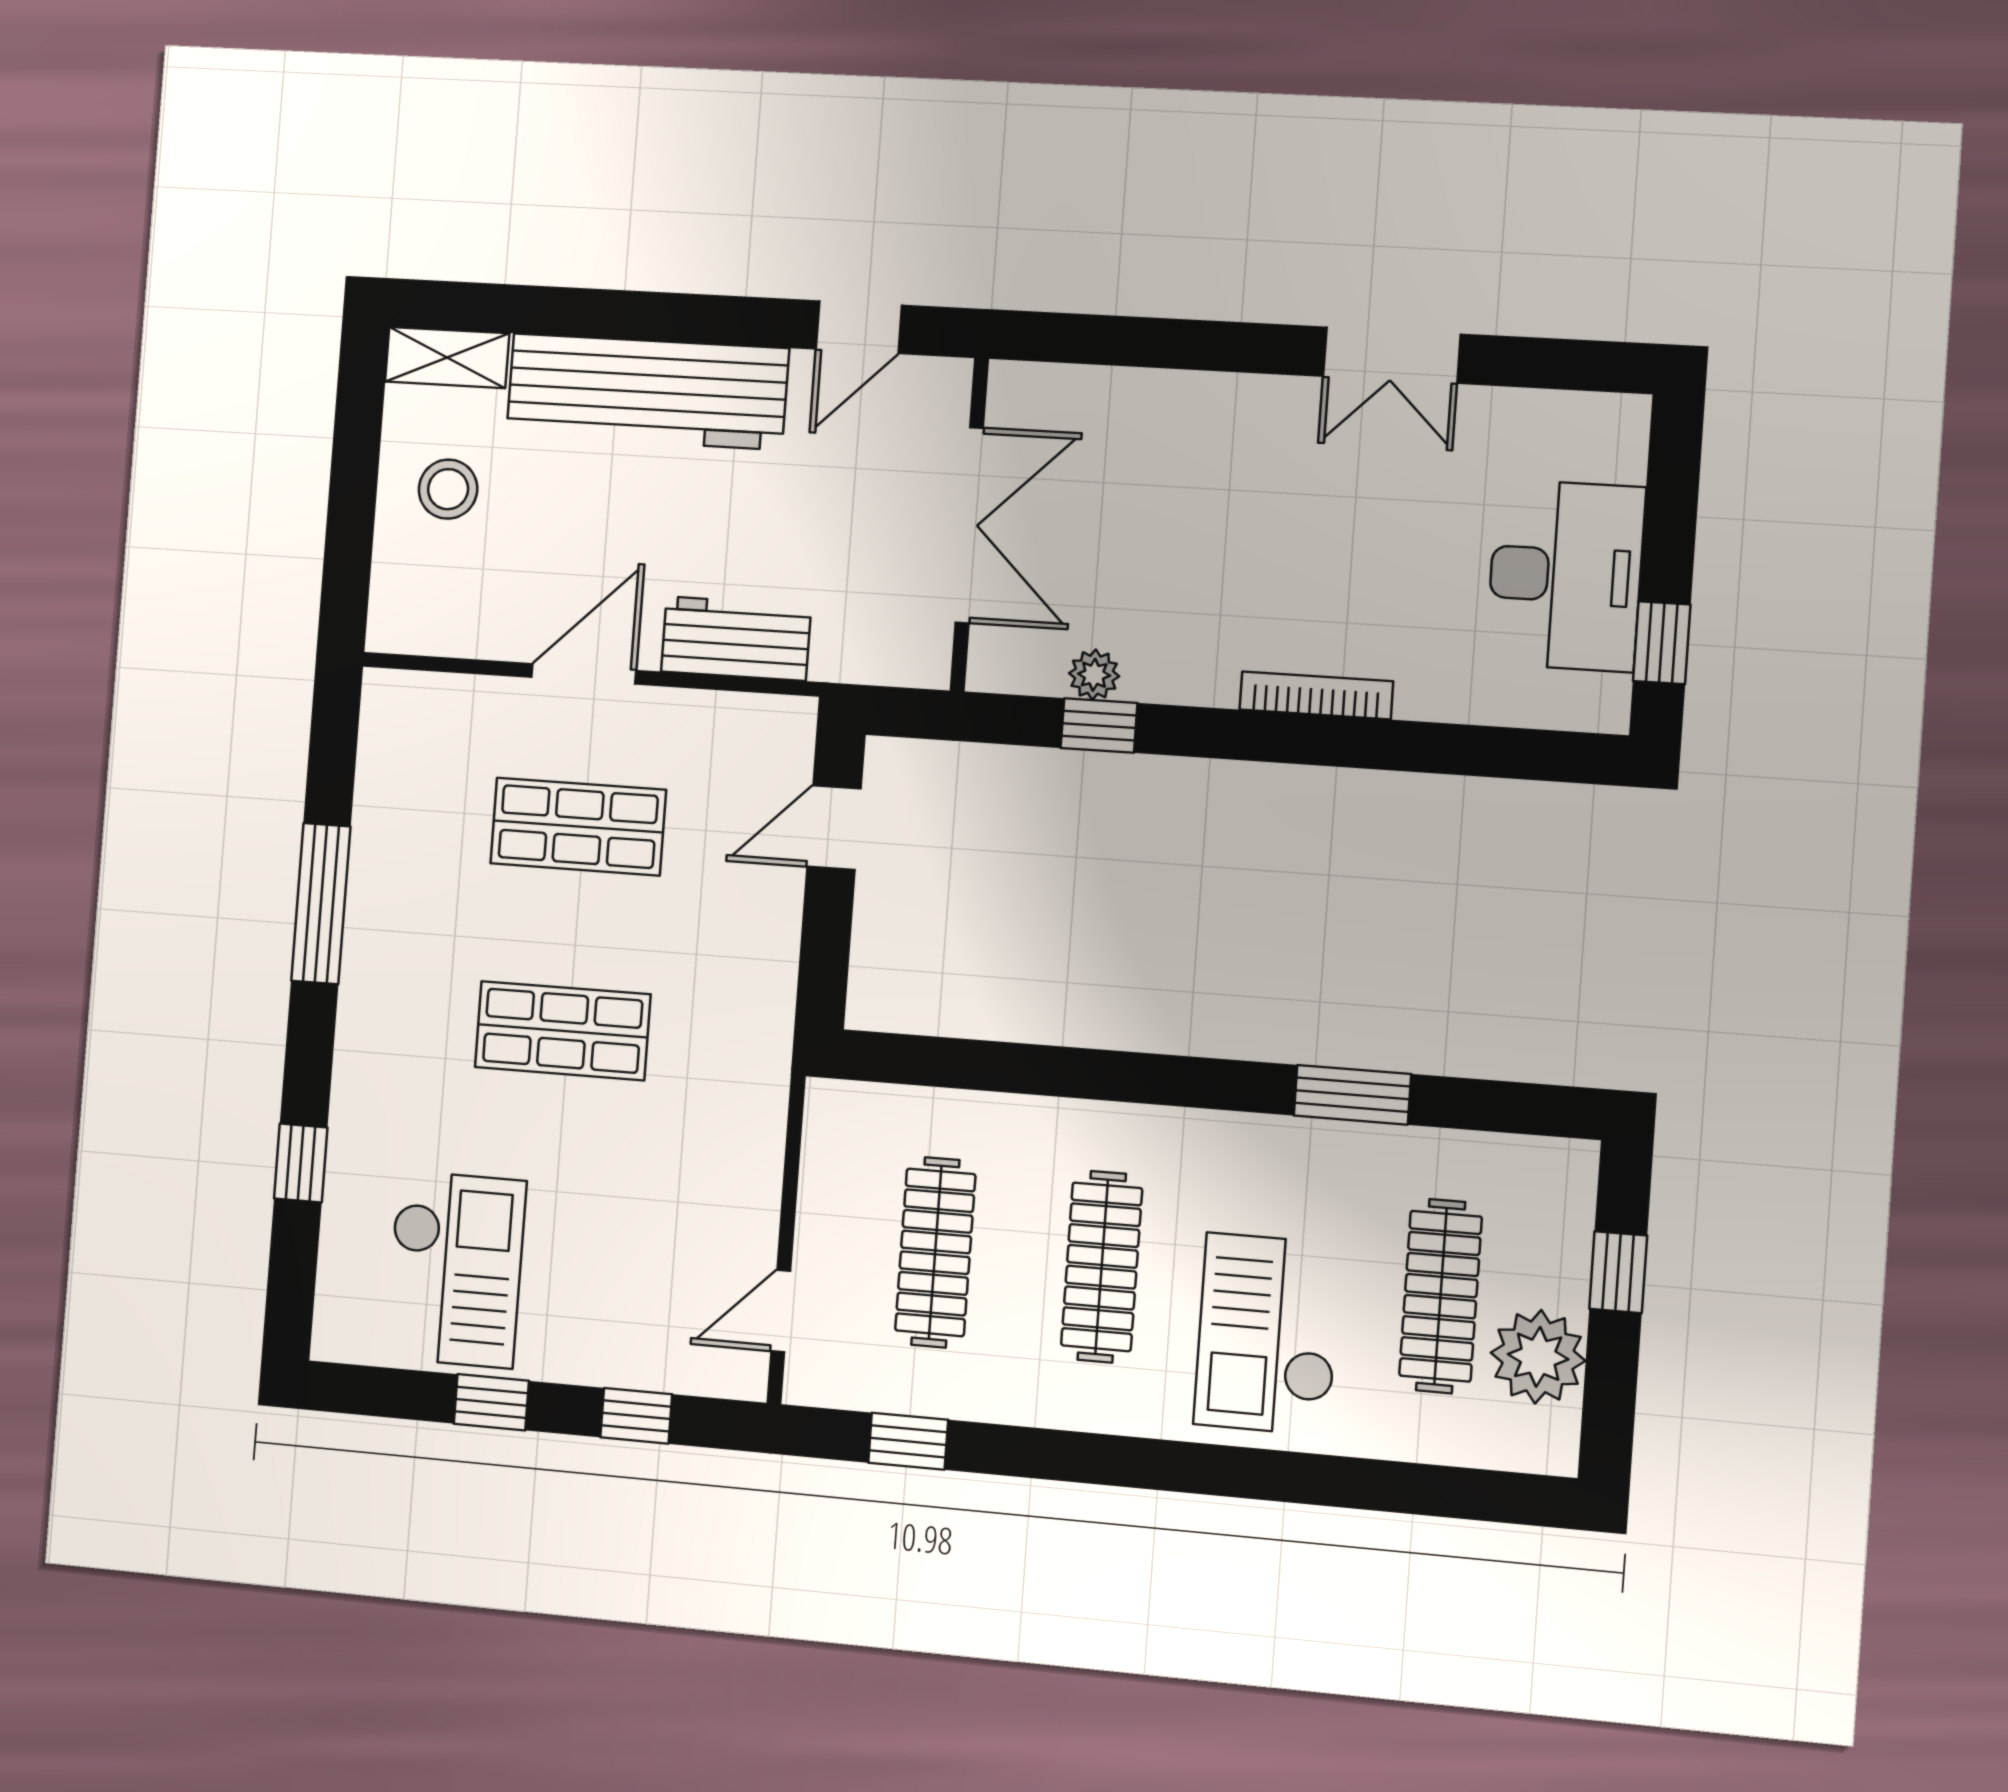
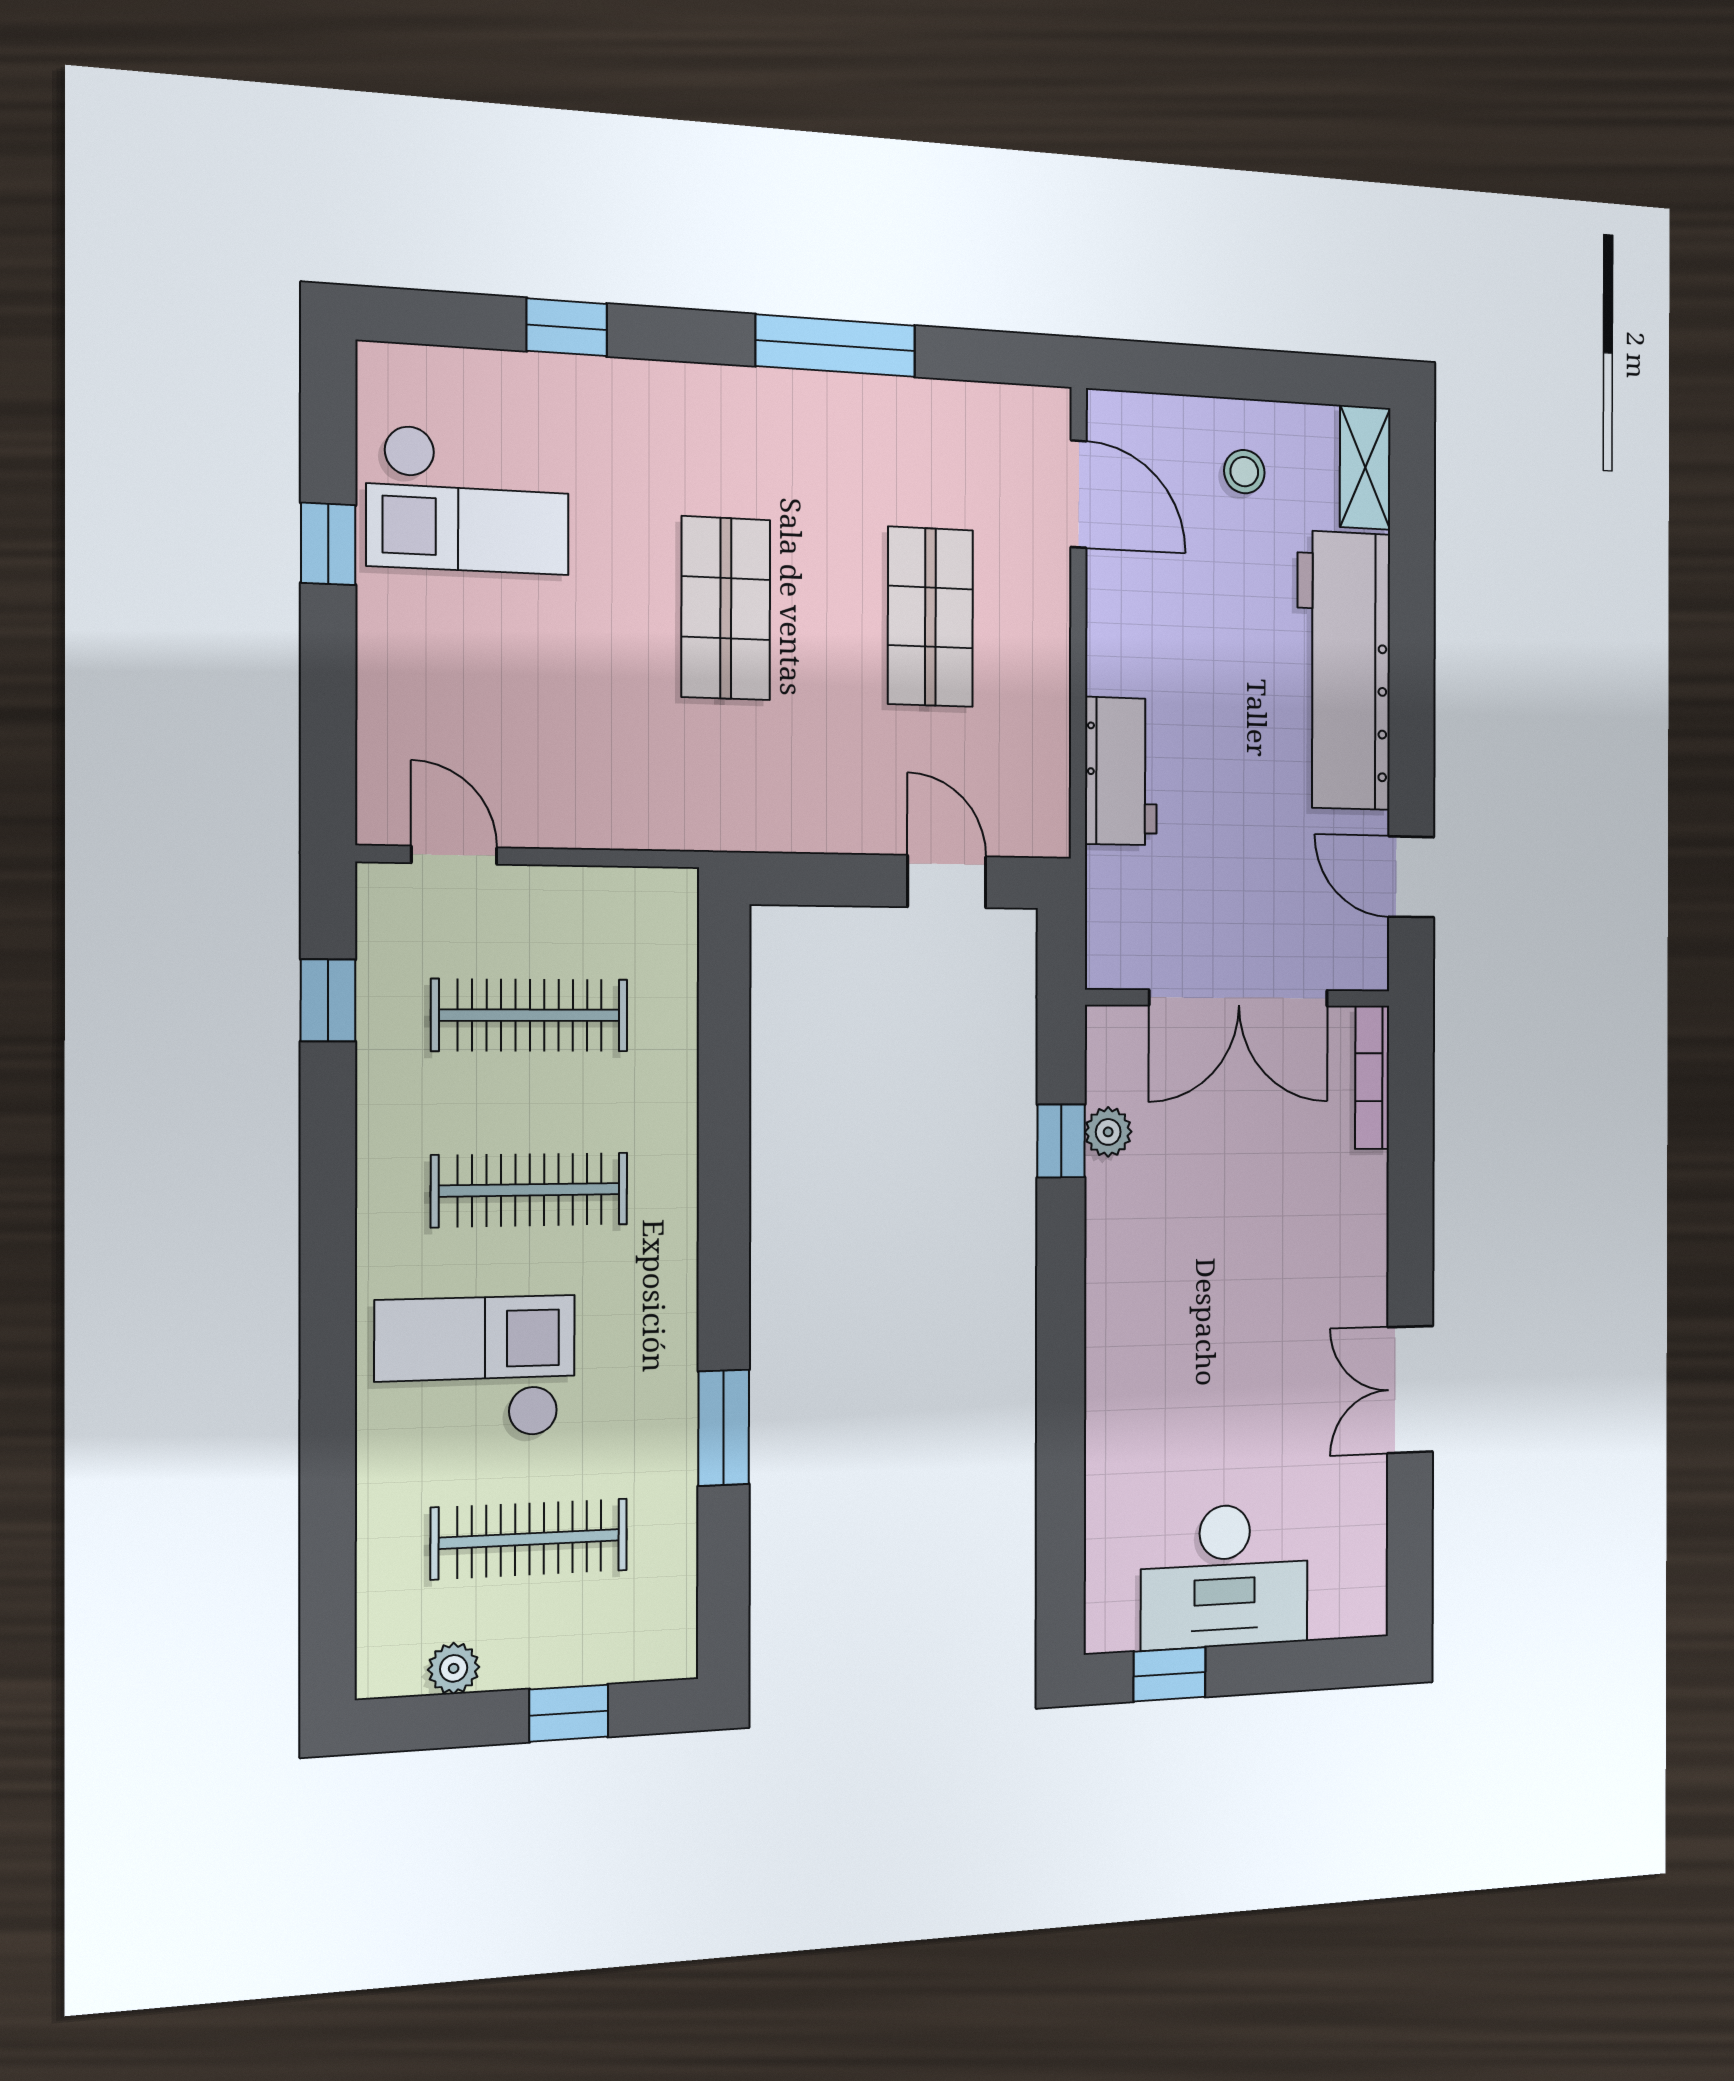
stool: (448, 489) -> (1244, 472), width x0.73, depth x0.73
door: (584, 674) -> (1079, 494), moved
bookcase: (1316, 695) -> (1372, 1077), moved, turned 180
plant: (1538, 1357) -> (454, 1668), width x0.53, depth x0.53
window: (636, 1416) -> (328, 704), removed

